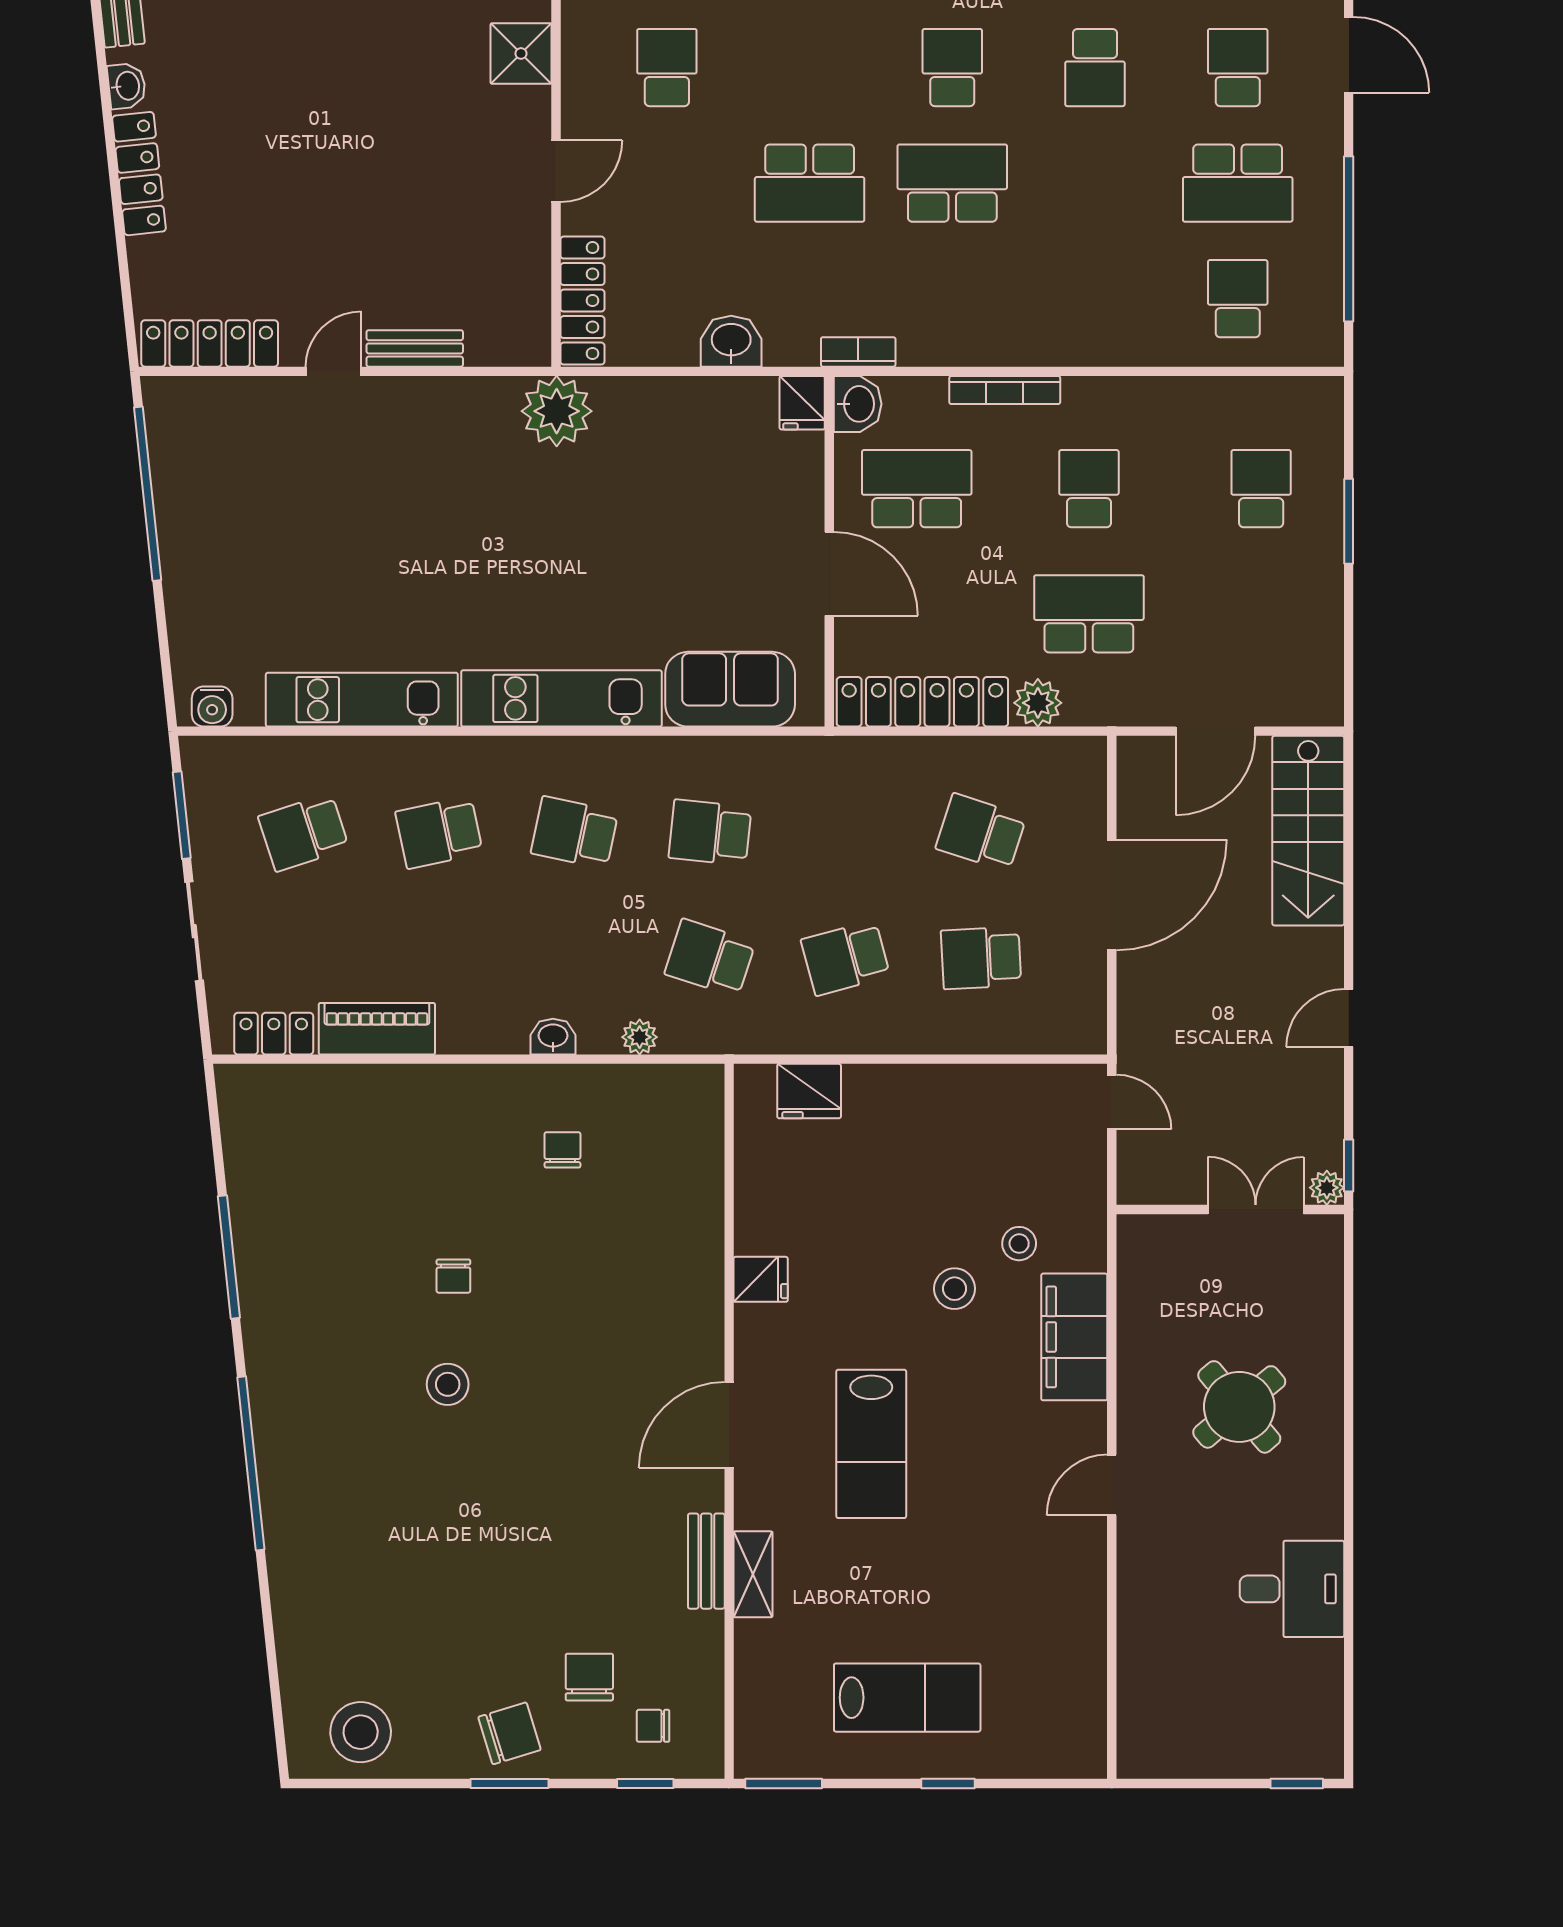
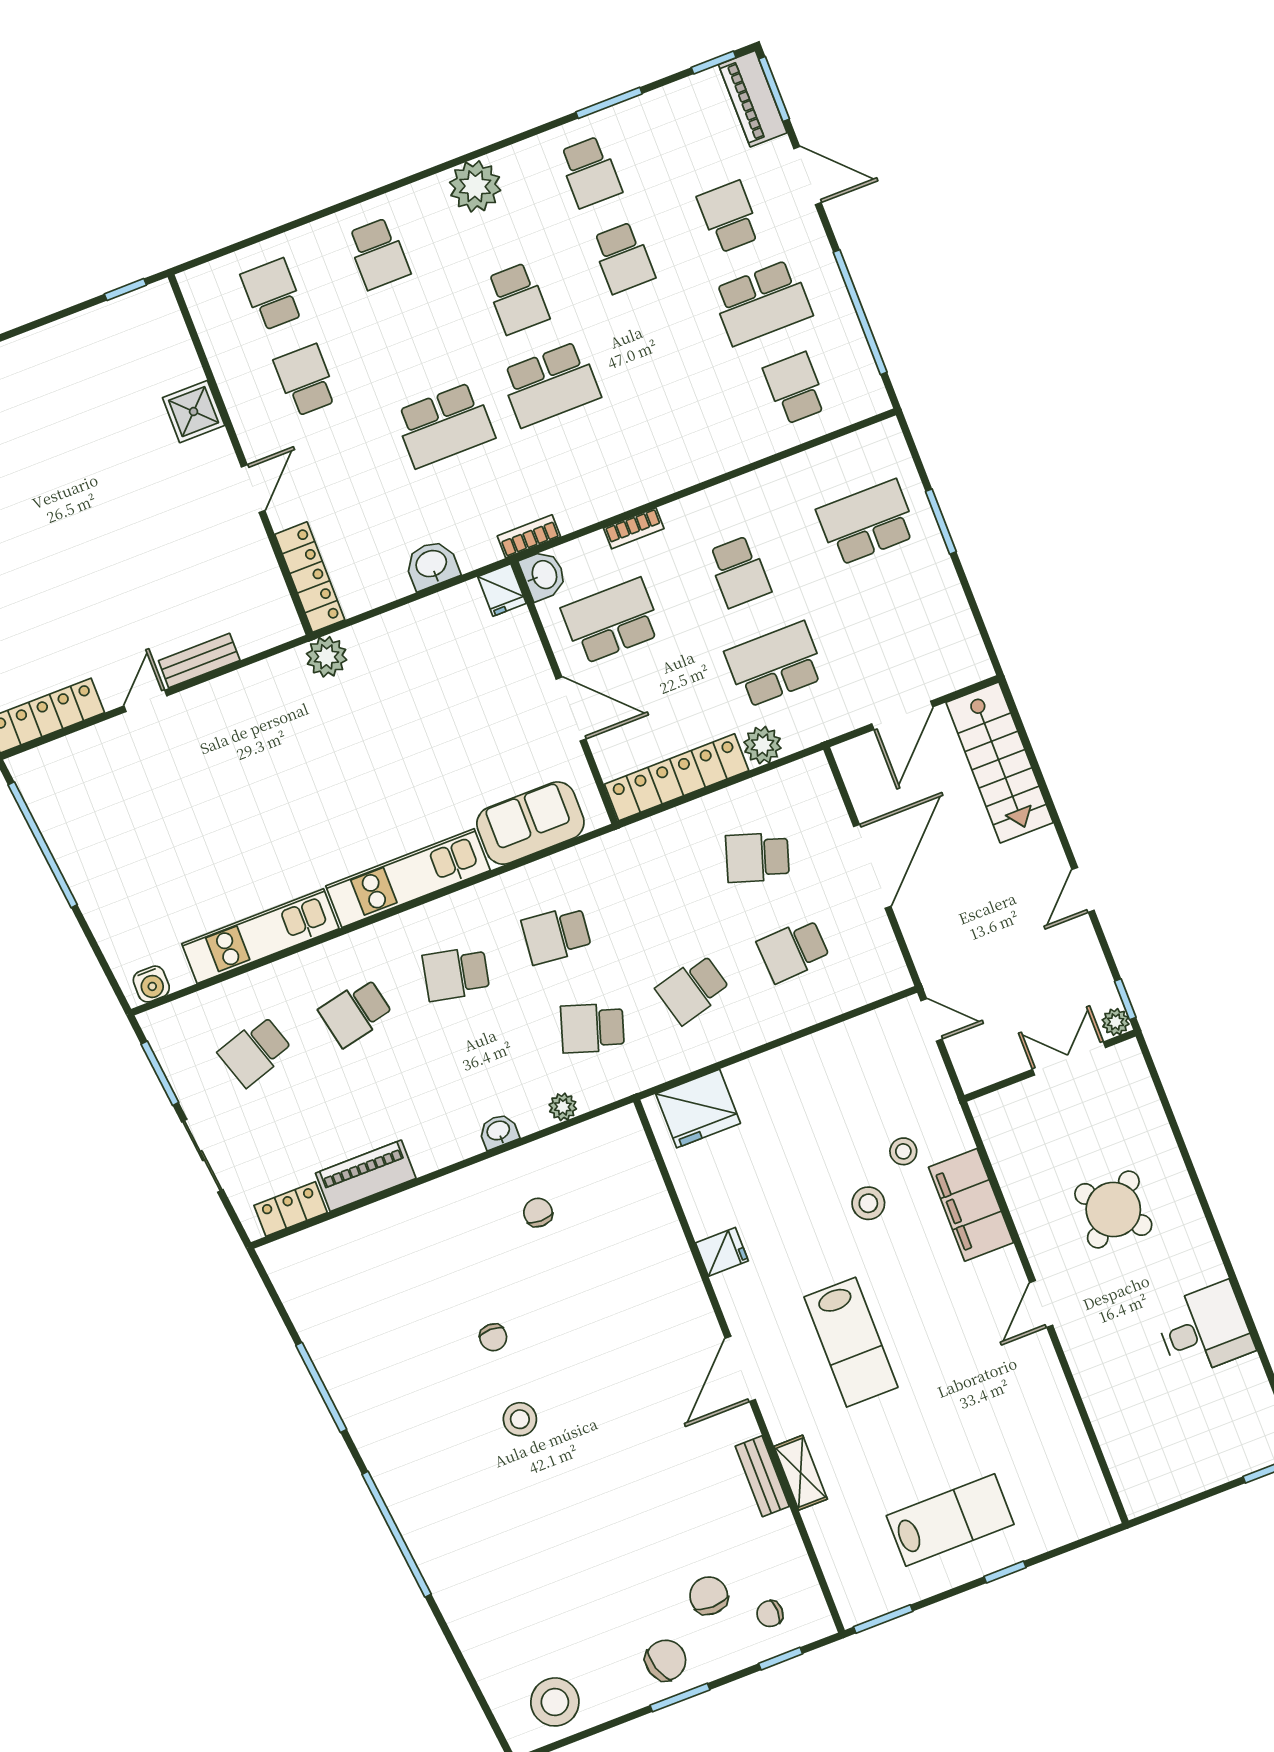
school desk: (952, 68) -> (517, 299), turned 180
school desk: (952, 183) -> (550, 384), turned 180
bookcase: (1005, 390) -> (634, 528), width x0.64
plant: (557, 411) -> (327, 657), width x0.73, depth x0.73
school desk: (1089, 489) -> (739, 572), turned 180
school desk: (1261, 489) -> (867, 522), width x1.85
fridge: (809, 1091) -> (698, 1109), width x1.36, depth x1.34

